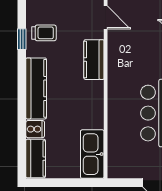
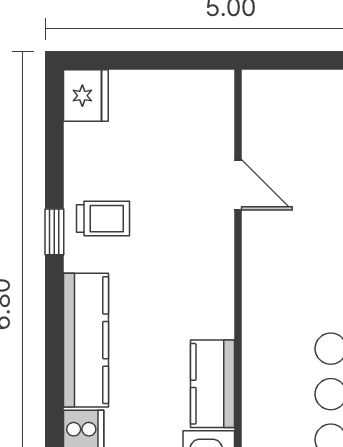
kitchen counter: (94, 60) -> (212, 384), moved

